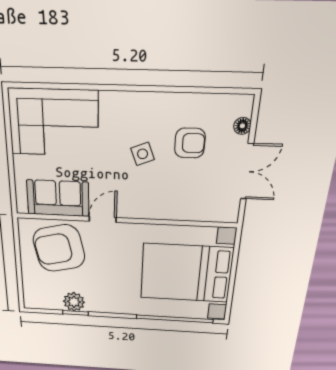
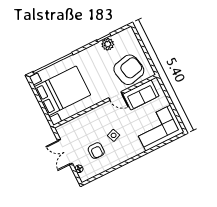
armchair: (190, 143) -> (96, 151), turned -90
door: (103, 219) -> (116, 96), hinge flipped

